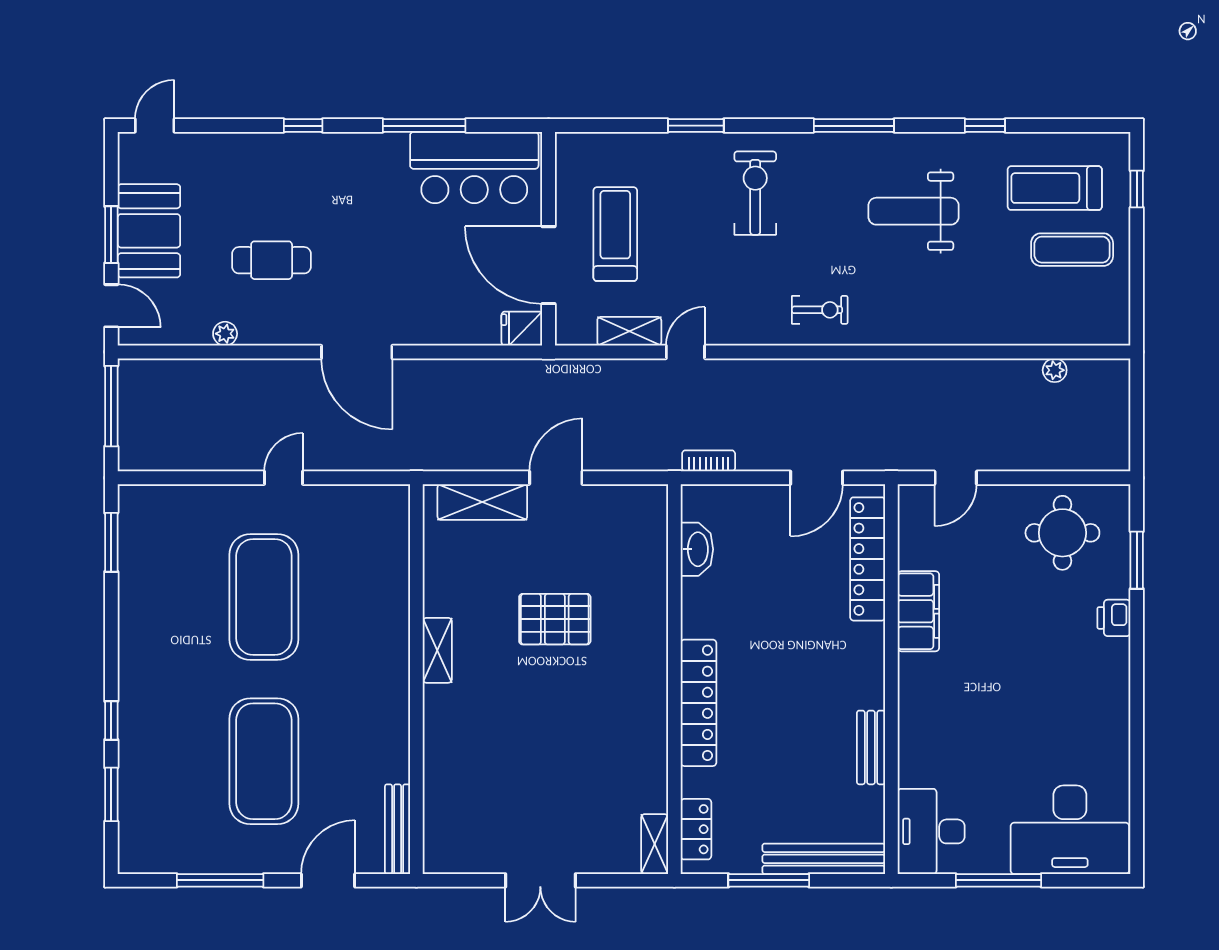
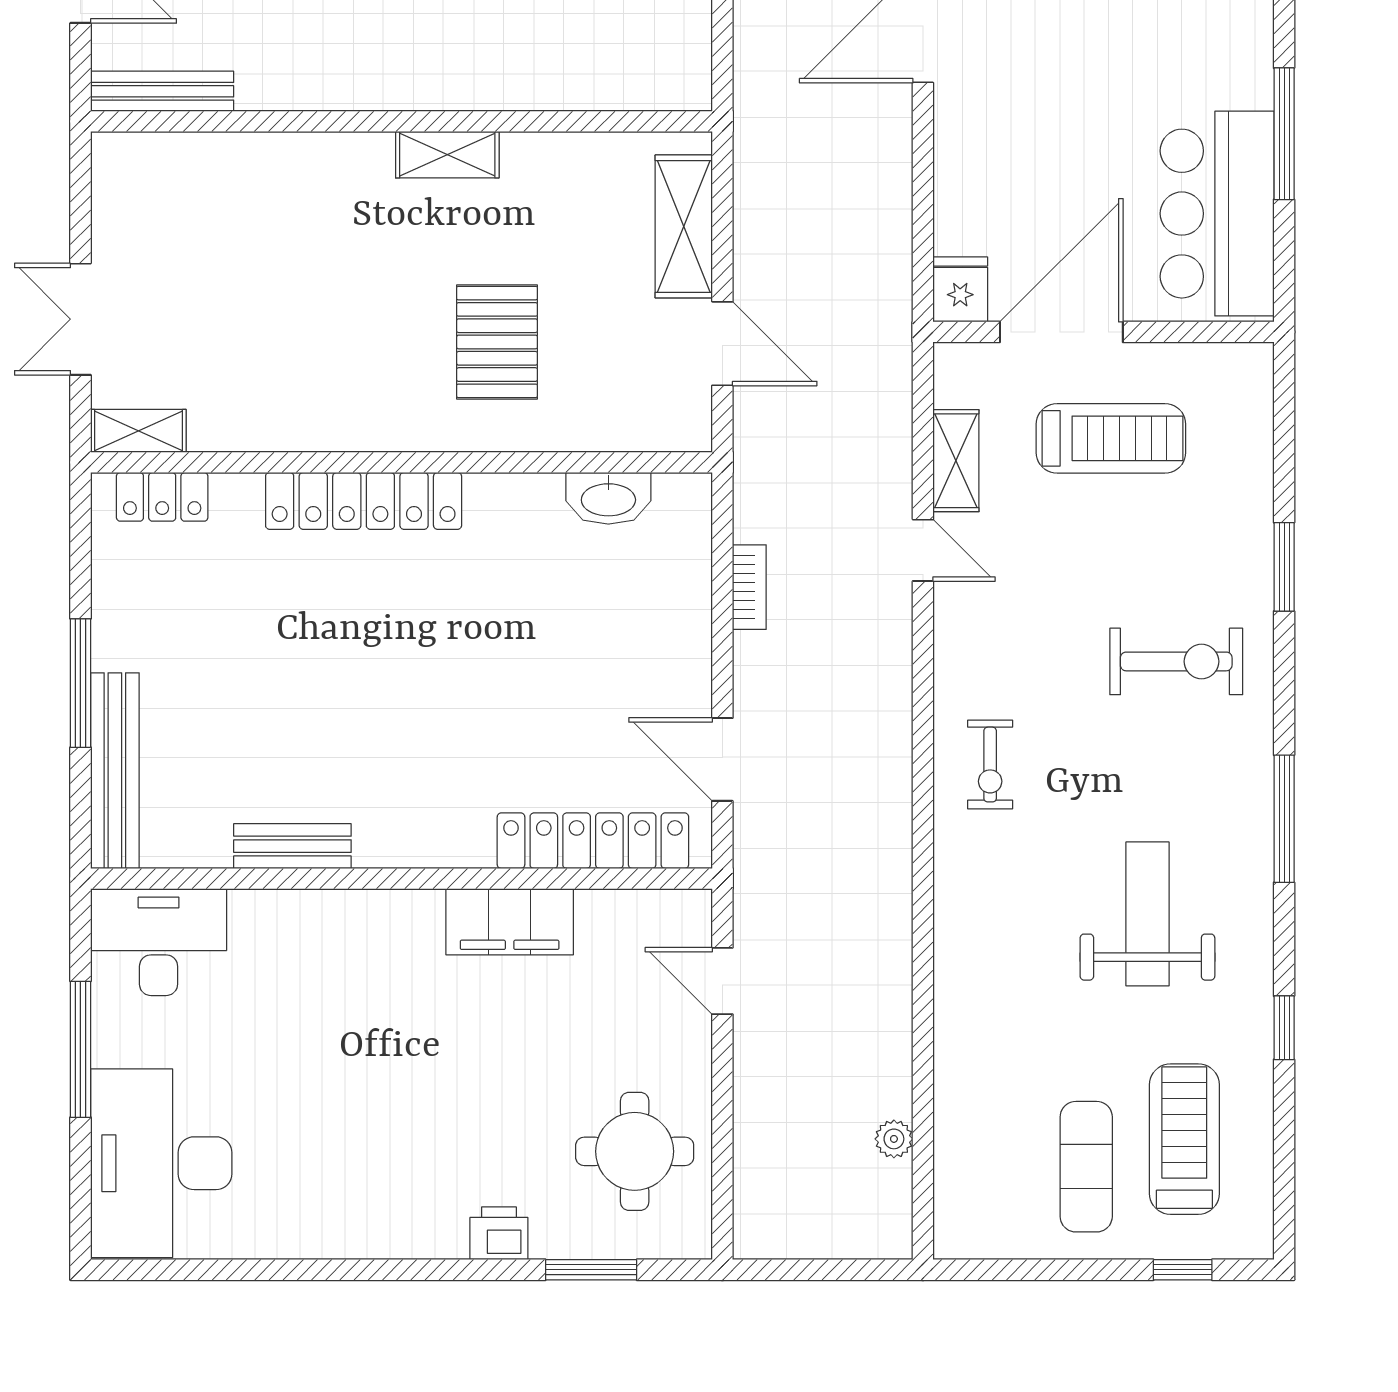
washbasin: (697, 549) -> (608, 498), moved
wall: (674, 679) -> (401, 462), moved
locker: (699, 703) -> (364, 501), moved
locker: (696, 829) -> (162, 497), moved
shelving: (655, 844) -> (139, 431), moved

